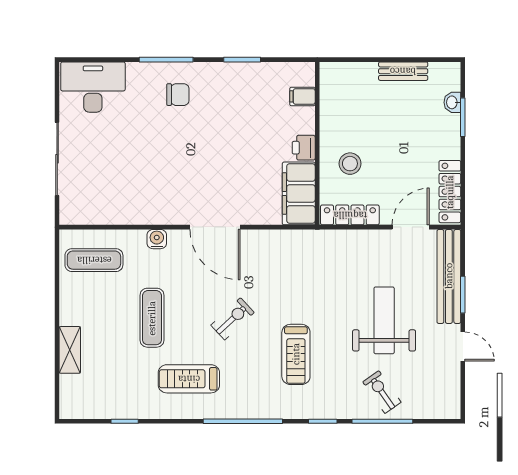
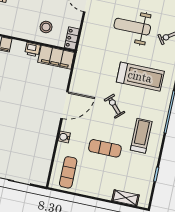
locker: (350, 215) -> (72, 38), width x0.66
shelving: (70, 350) -> (126, 198), moved
treadmill: (296, 354) -> (140, 77), width x1.37, depth x1.38
treadmill: (189, 379) -> (141, 136), turned 180

